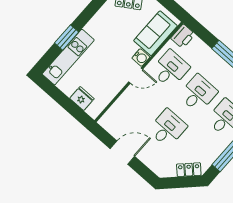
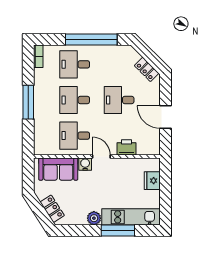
plant: (93, 27) -> (94, 218), added
printer: (183, 36) -> (126, 147), moved
window: (67, 38) -> (118, 230), width x1.44
locker: (189, 170) -> (147, 69), moved

